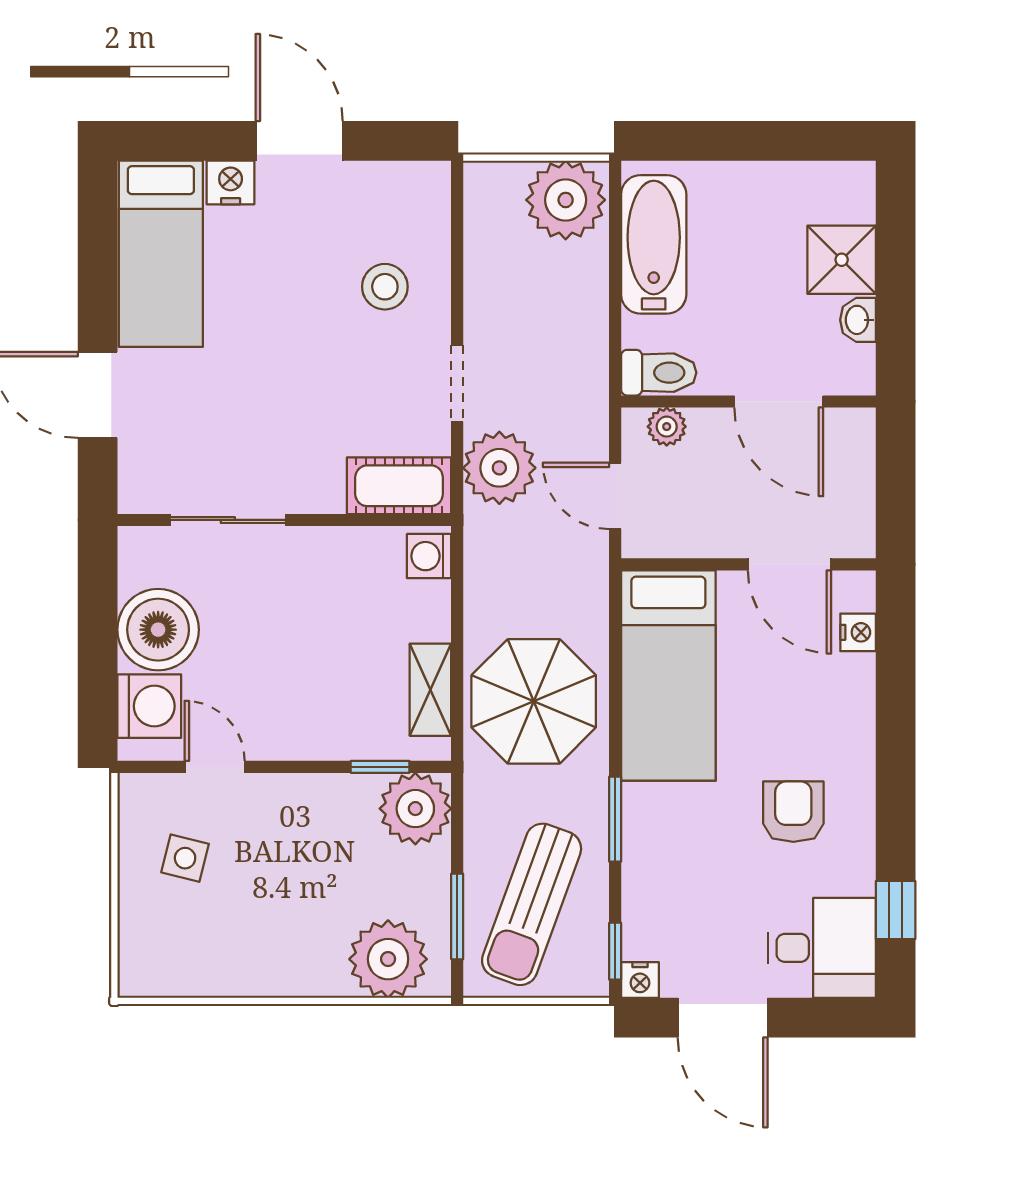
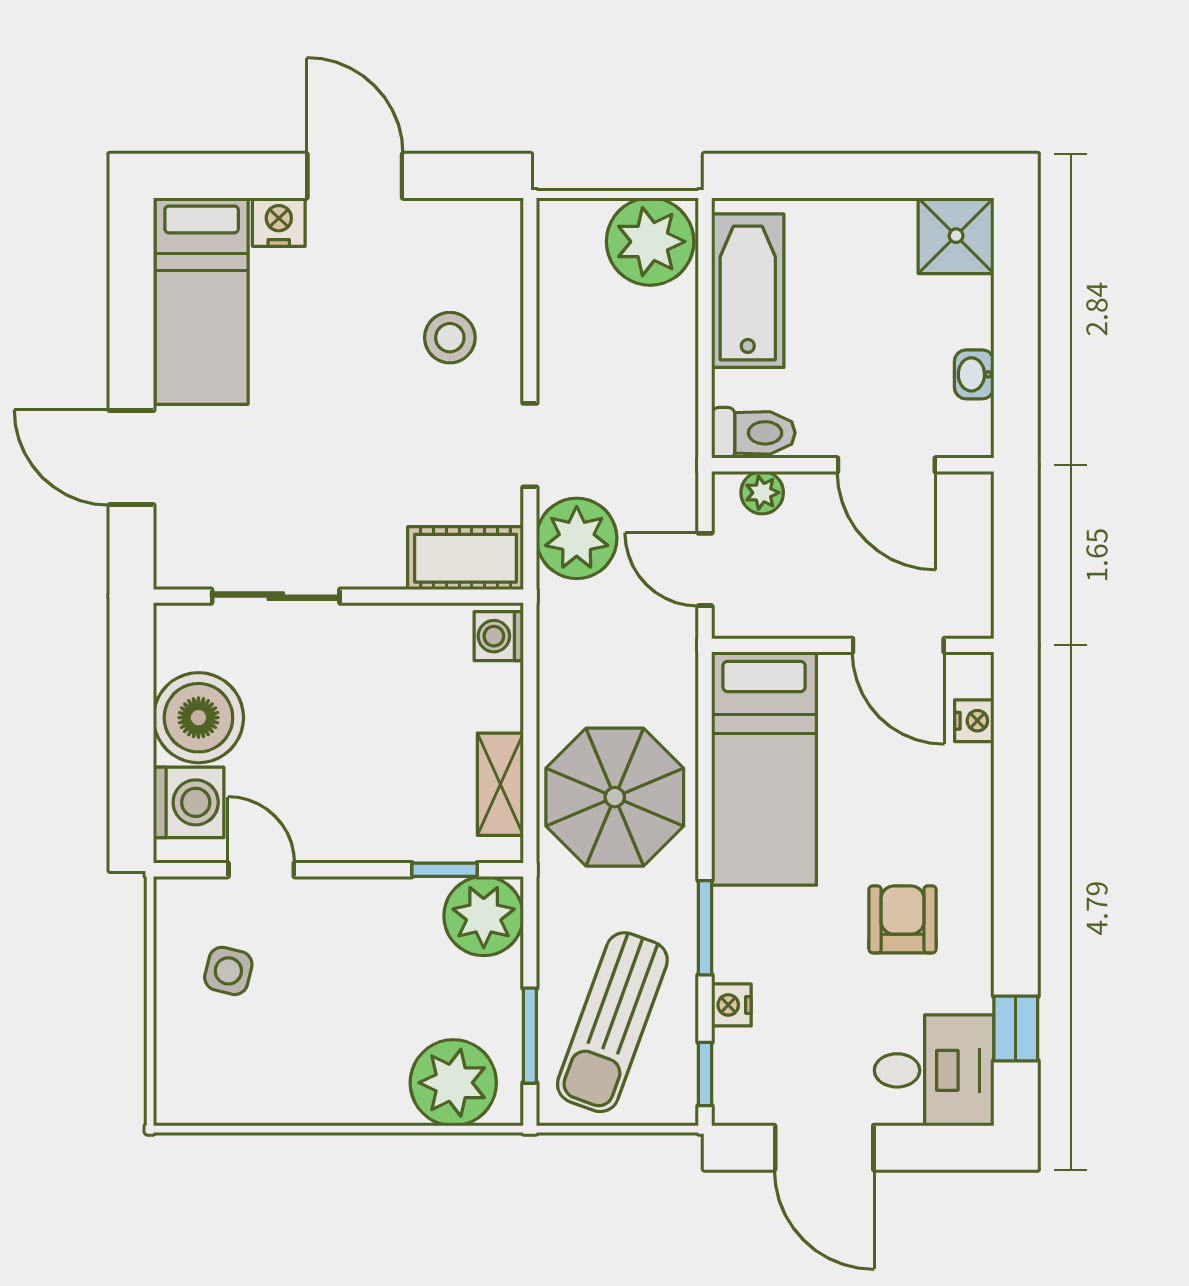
shower: (842, 260) -> (956, 236), moved
nightstand: (640, 980) -> (731, 1005), moved, turned 90

